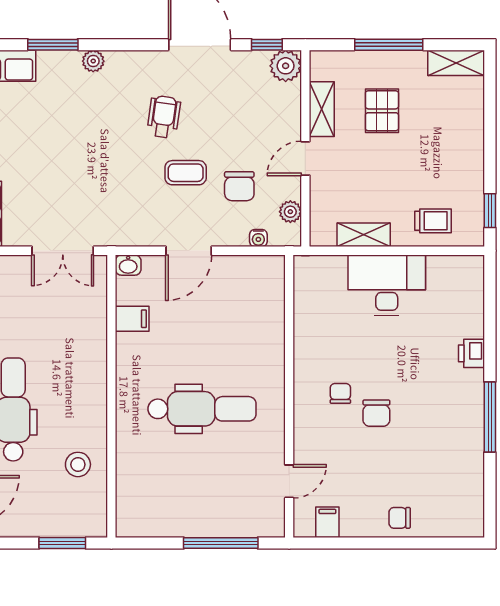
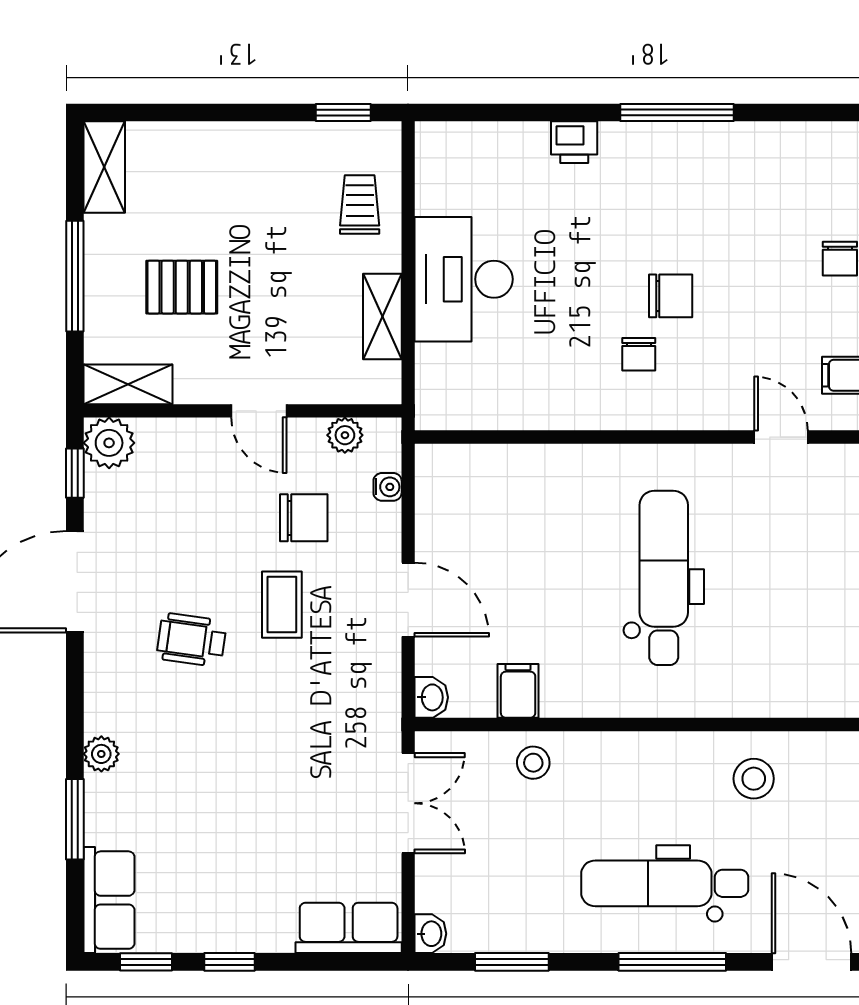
shelving: (322, 109) -> (128, 384), moved
stool: (88, 328) -> (533, 763), added
chair: (340, 393) -> (639, 354), turned -90

